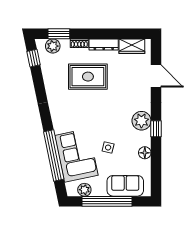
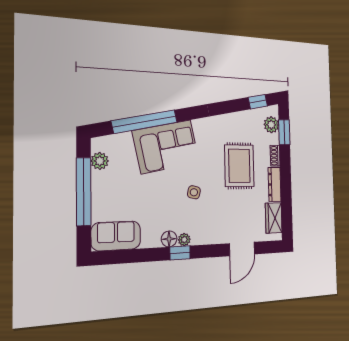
plant: (141, 121) -> (184, 240), width x0.53, depth x0.53
side table: (108, 148) -> (194, 192), moved
floor lamp: (145, 153) -> (169, 239), moved
corner sofa: (76, 155) -> (166, 147), moved
sofa: (125, 186) -> (116, 236), moved, turned -90

